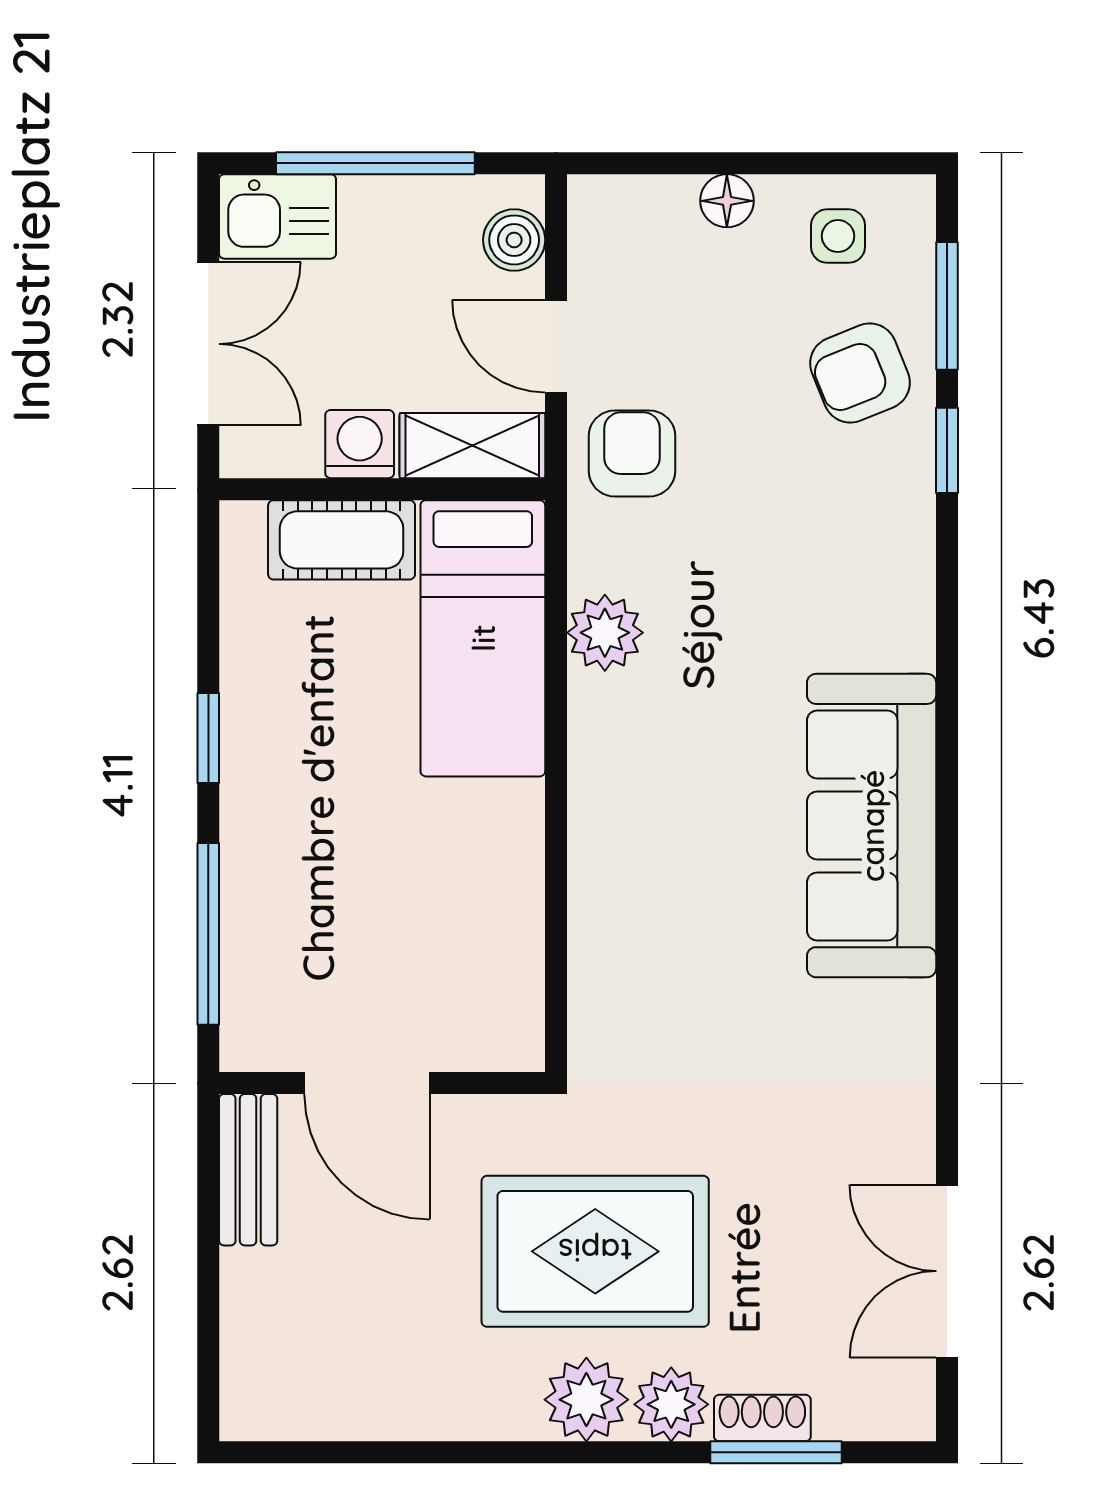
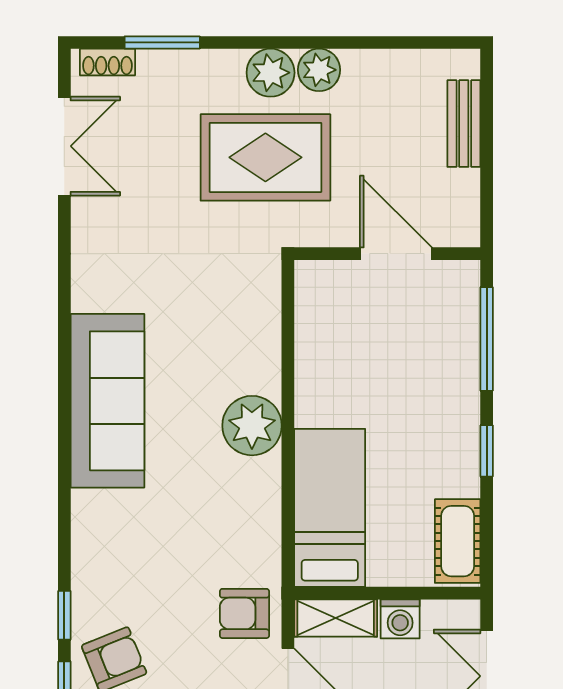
armchair: (632, 453) -> (244, 613), turned 90
cot: (342, 540) -> (458, 541), moved, turned 90
plant: (605, 633) -> (252, 426), moved, width x1.36, depth x1.36
bench: (248, 1170) -> (464, 124), moved
plant: (671, 1404) -> (319, 70), moved
shoe rack: (762, 1418) -> (107, 62), moved

